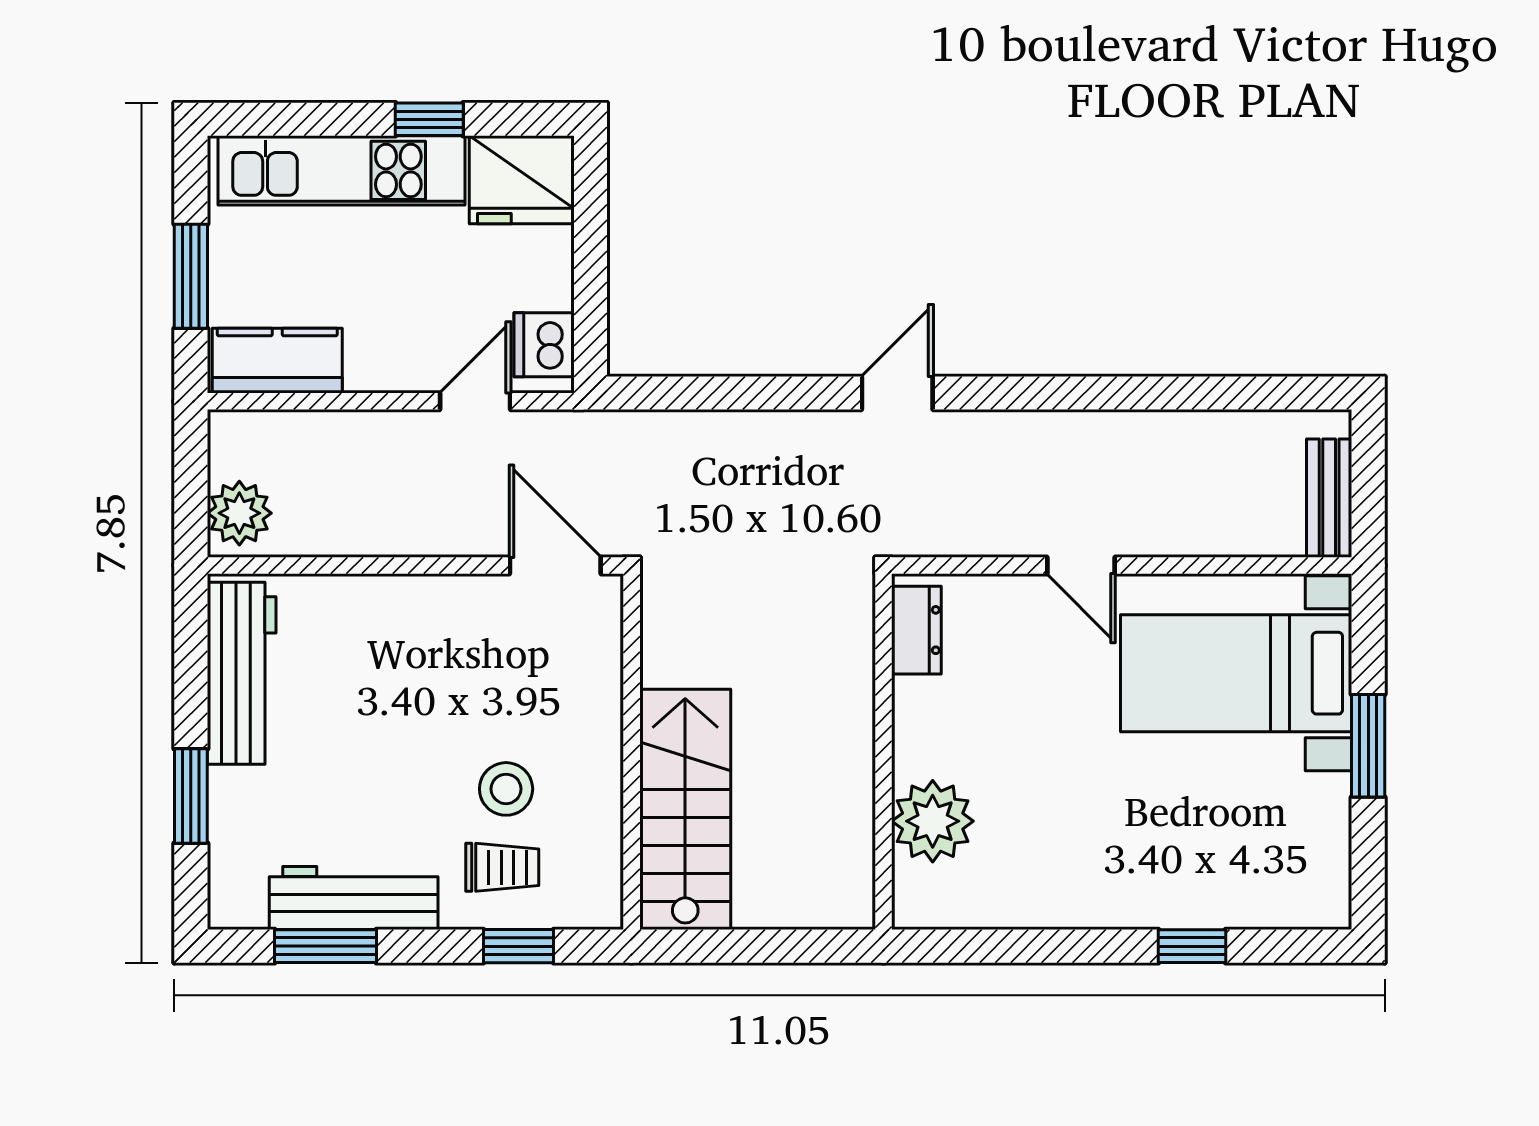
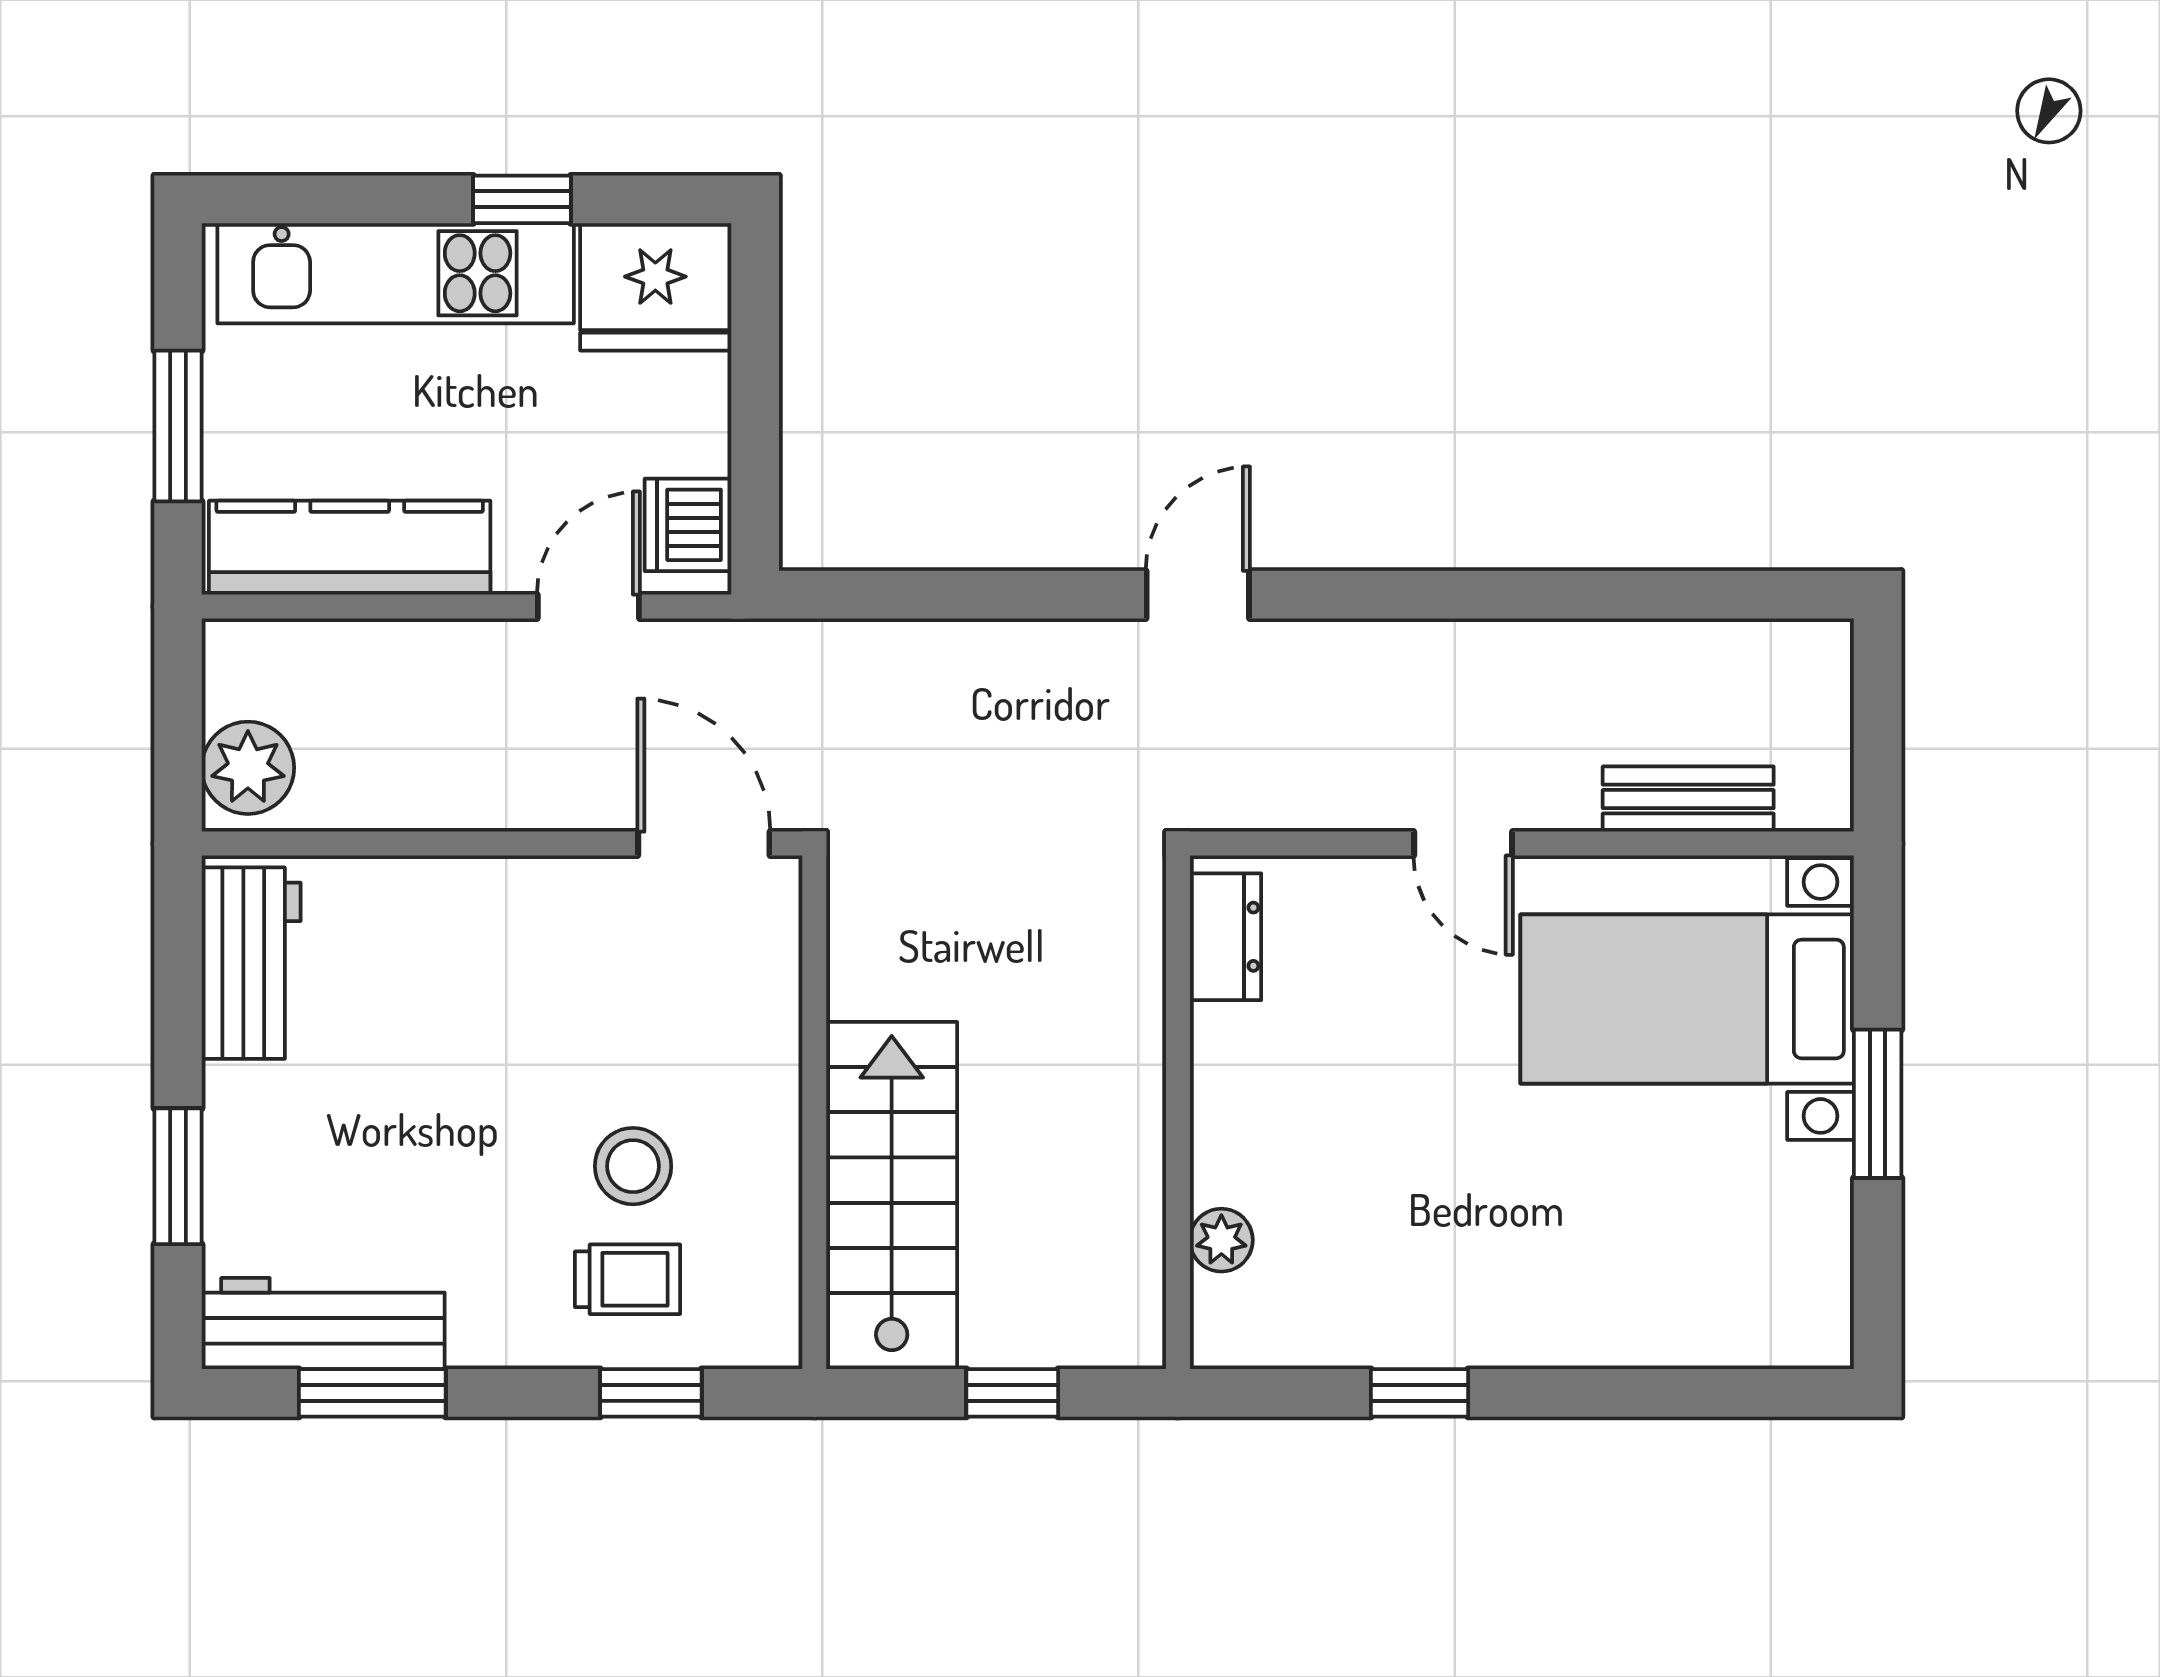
kitchen counter: (277, 361) -> (350, 548), width x1.50
bench: (1329, 498) -> (1688, 799), moved, turned 90
workbench: (242, 673) -> (251, 963), width x0.73
plant: (933, 821) -> (1221, 1240), width x0.53, depth x0.53
workbench: (354, 898) -> (323, 1324), moved
window: (769, 946) -> (1012, 1393), added
window: (1192, 946) -> (1420, 1393), moved

